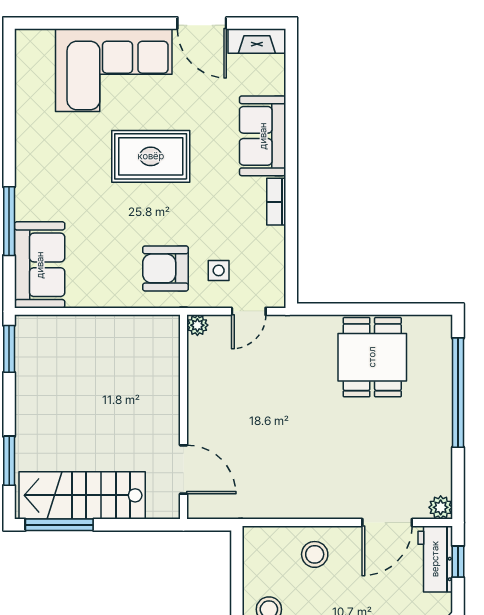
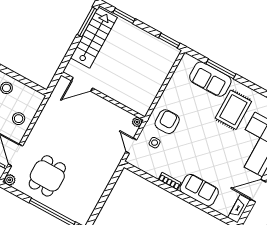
rug: (151, 156) -> (233, 110), moved
sofa: (40, 265) -> (210, 79), moved
dining table: (372, 357) -> (47, 176), moved, turned 90

